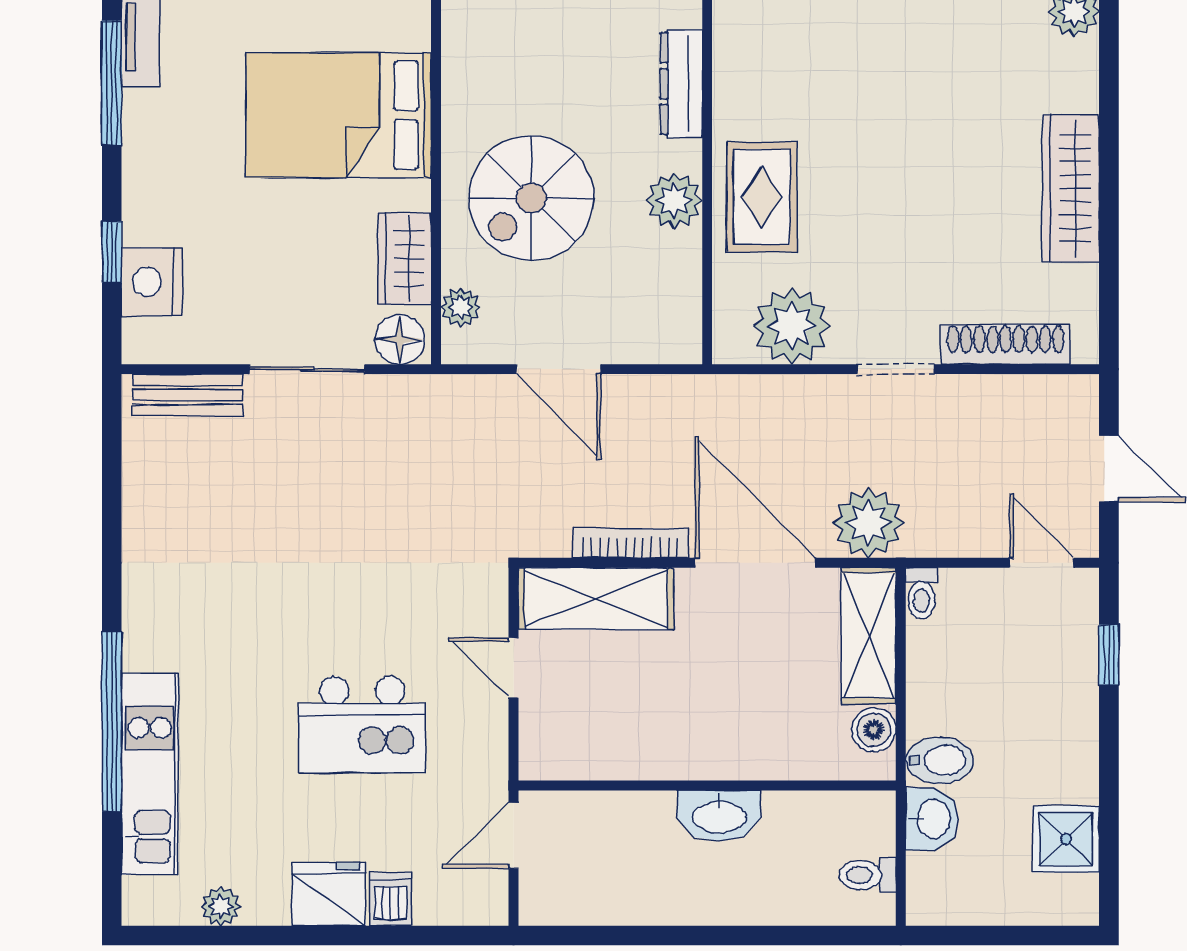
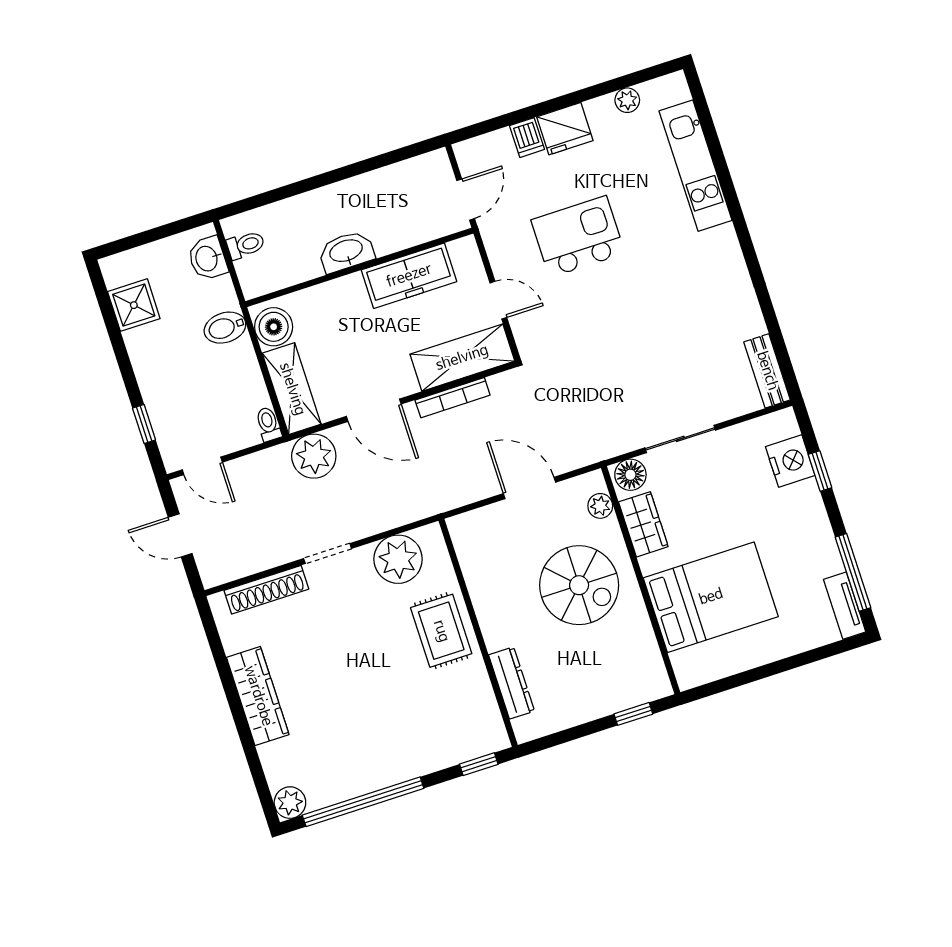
spiral stairs: (531, 198) -> (579, 585), turned 90
plant: (674, 200) -> (493, 612), removed
bench: (188, 395) -> (767, 371), moved, turned 90
door: (755, 563) -> (374, 410), width x0.73
window: (112, 721) -> (729, 190), removed
boiler: (874, 730) -> (274, 327), width x1.36, depth x1.36
freezer: (636, 748) -> (409, 276), added
washbasin: (932, 819) -> (207, 258), moved

